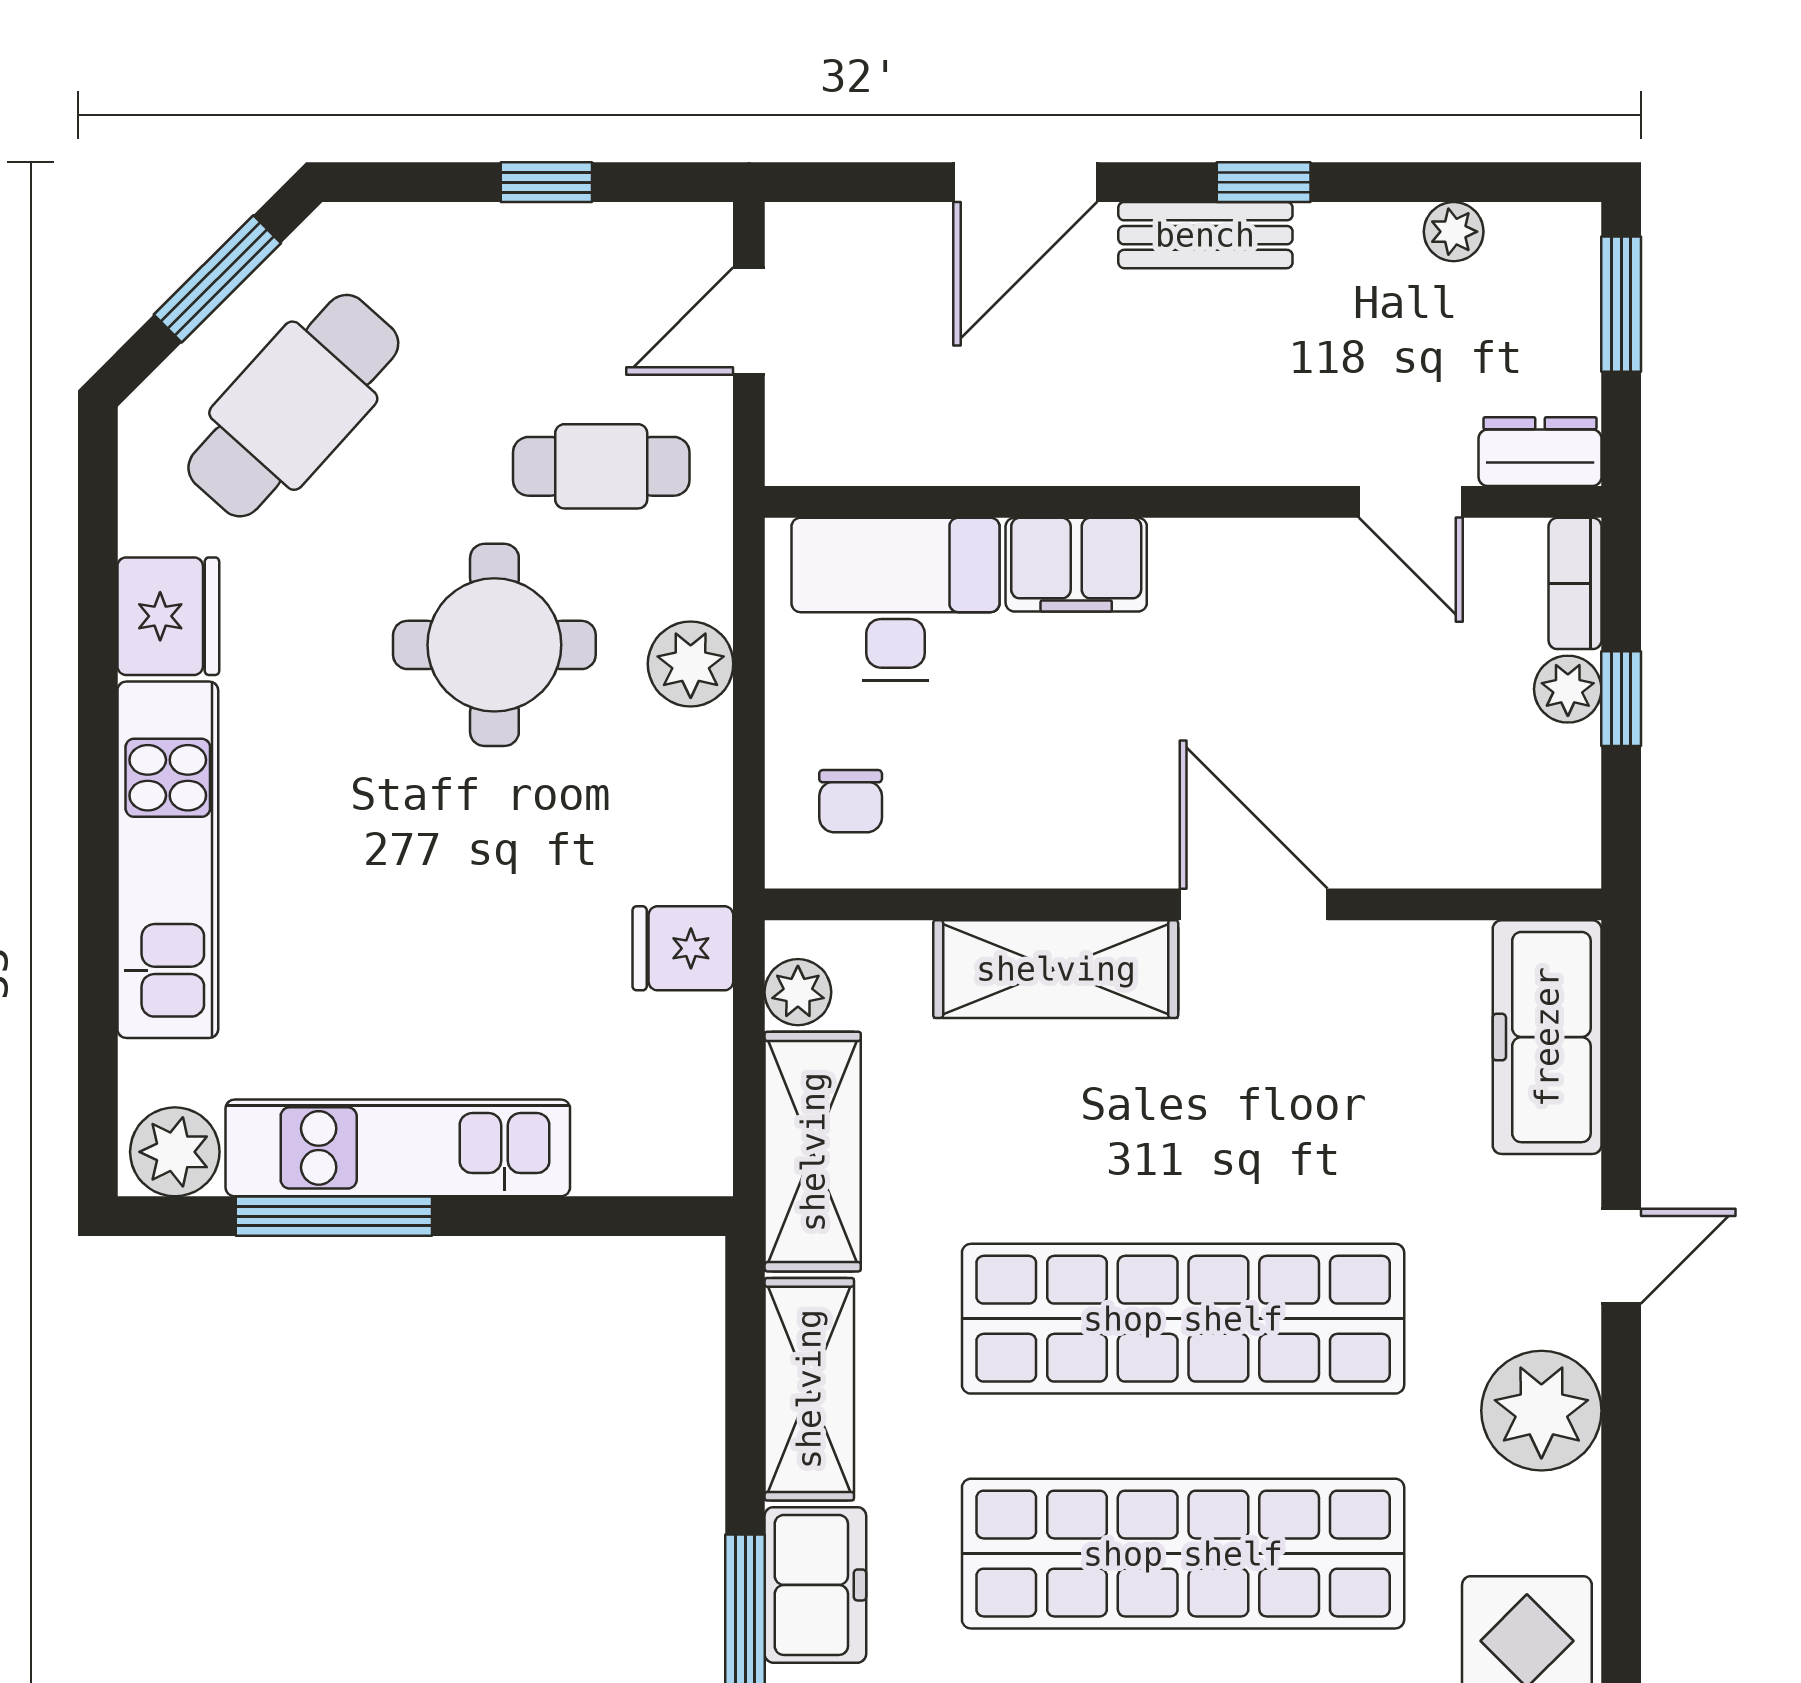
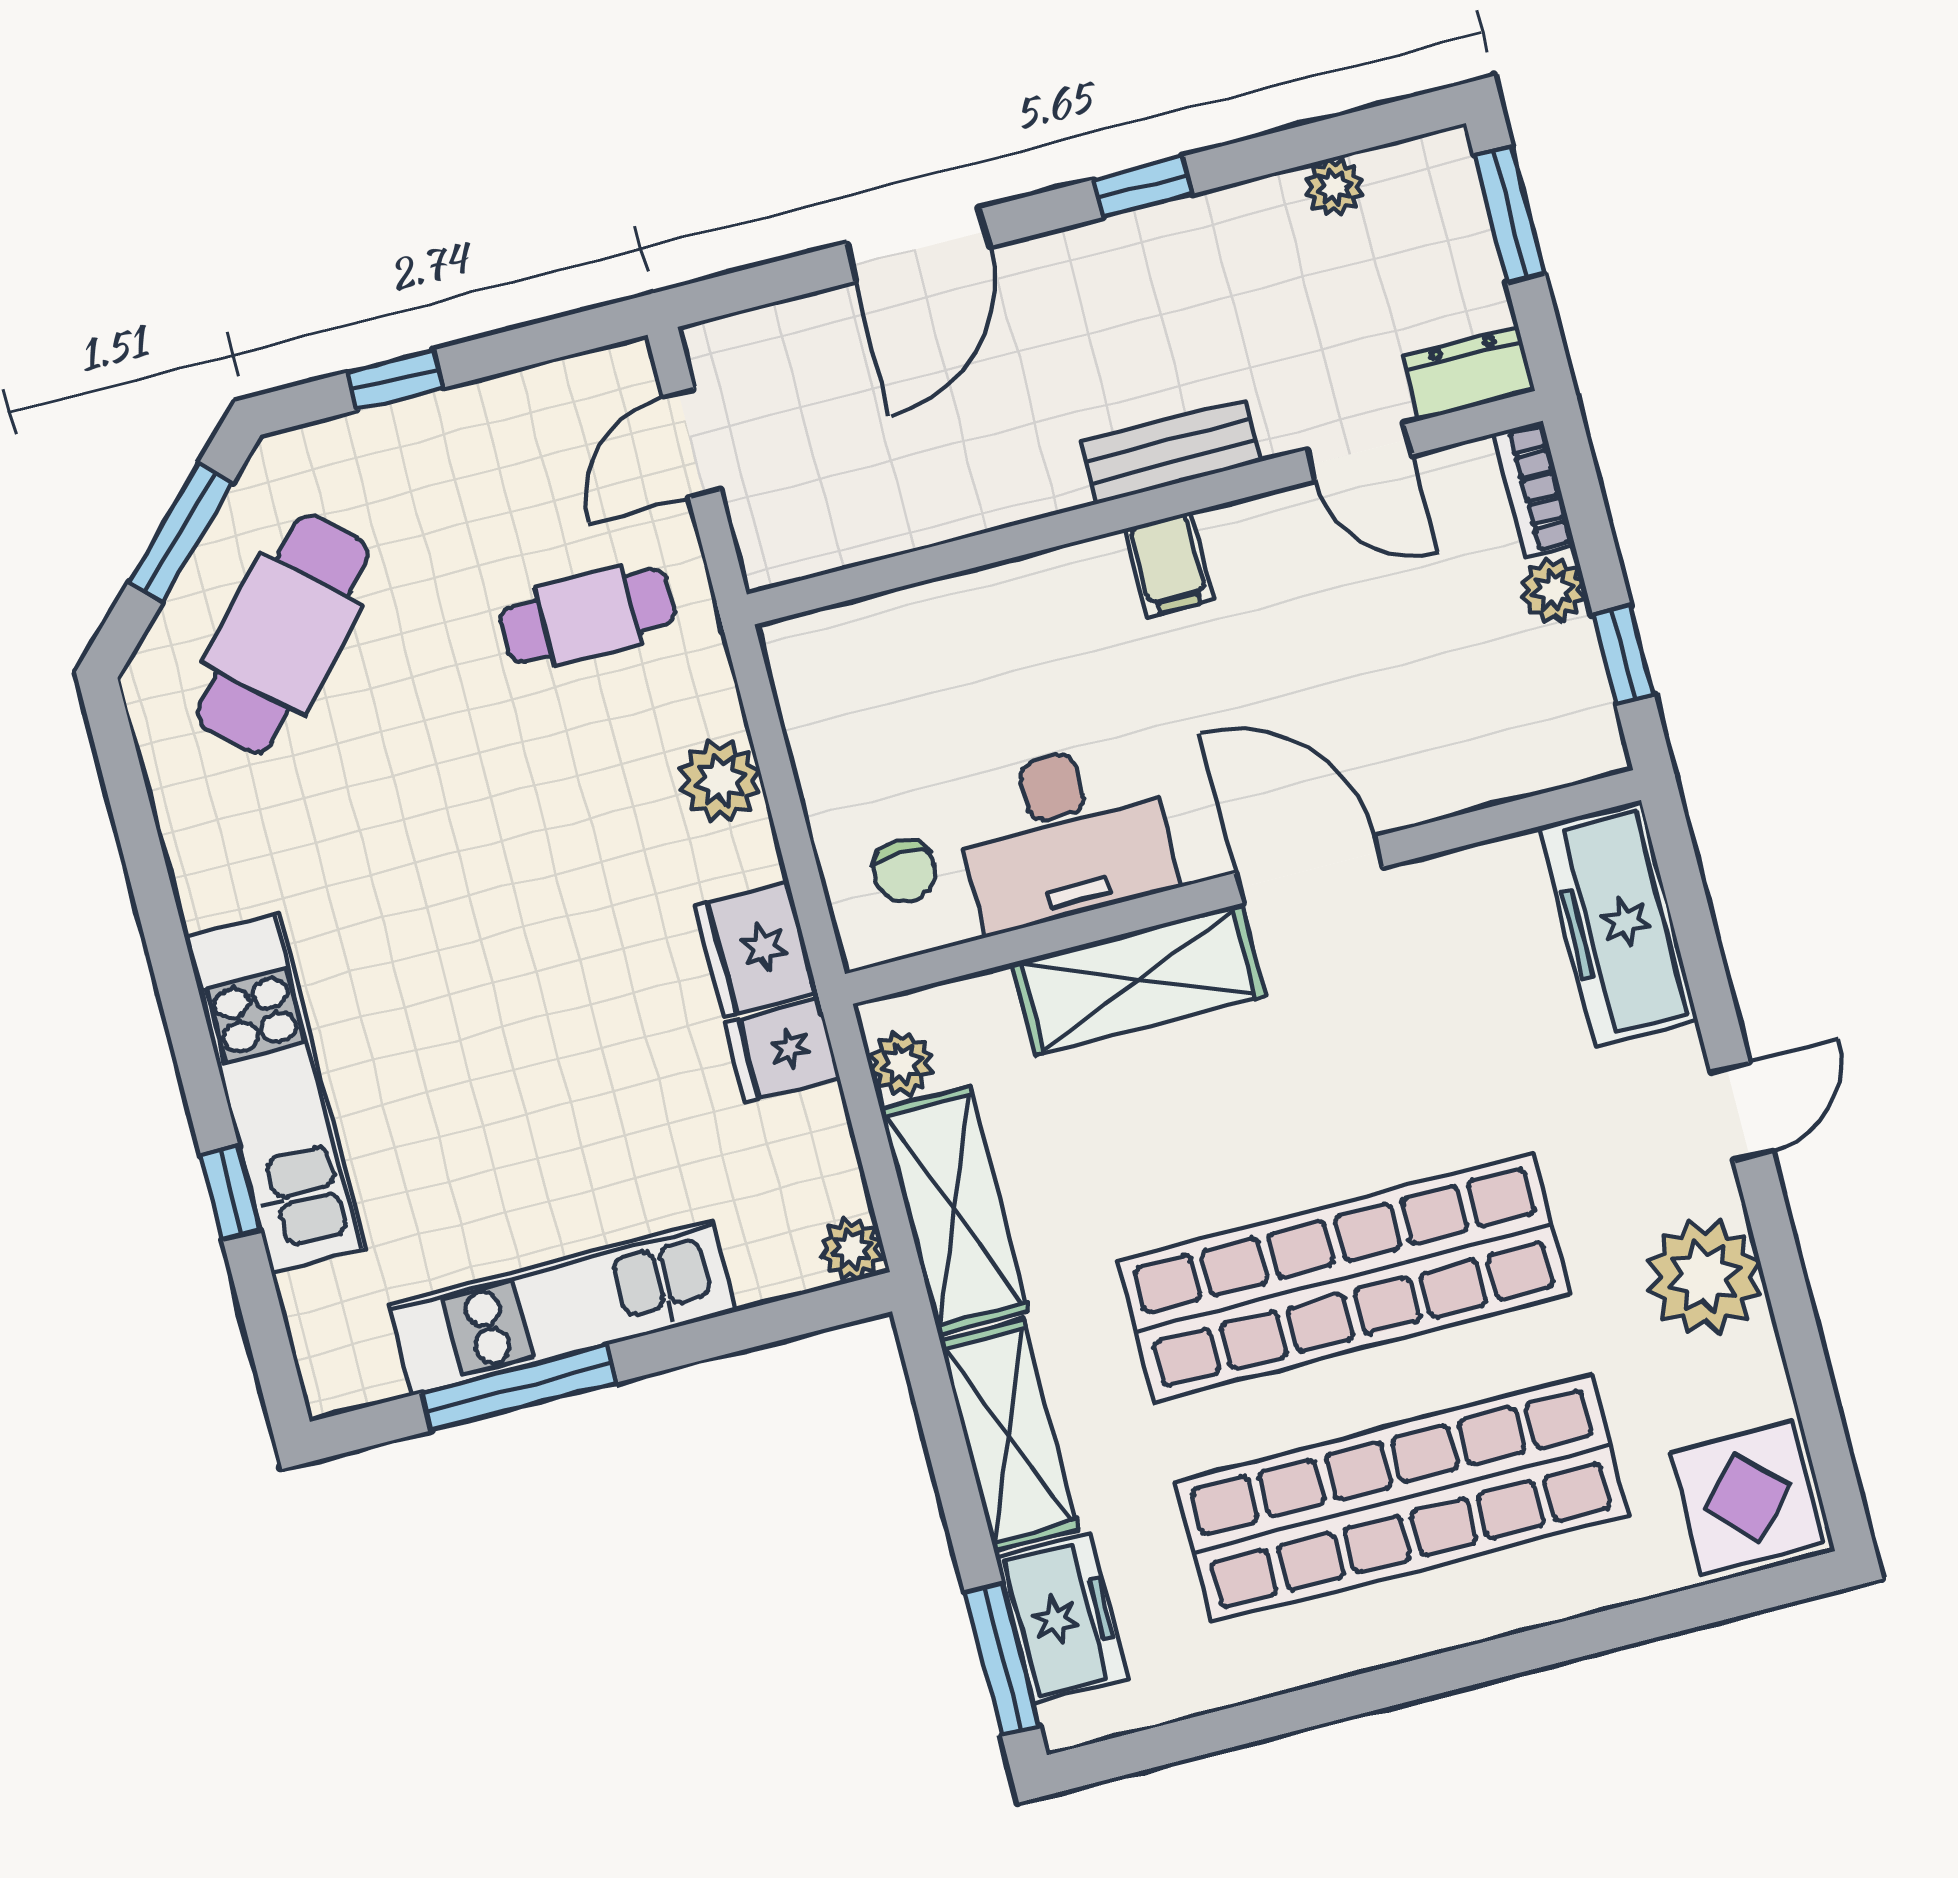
window: (546, 182) -> (395, 380), moved
bench: (1205, 235) -> (1171, 452), moved
filing cabinet: (1076, 565) -> (1169, 565), moved, width x0.50
desk: (895, 599) -> (1064, 835), moved, turned 180
fridge: (168, 616) -> (756, 949), moved, turned 180
round table: (494, 645) -> (531, 810), removed
window: (1621, 699) -> (1623, 655), moved
window: (98, 948) -> (231, 1193), added
plant: (175, 1152) -> (852, 1249), moved, width x0.73, depth x0.73

